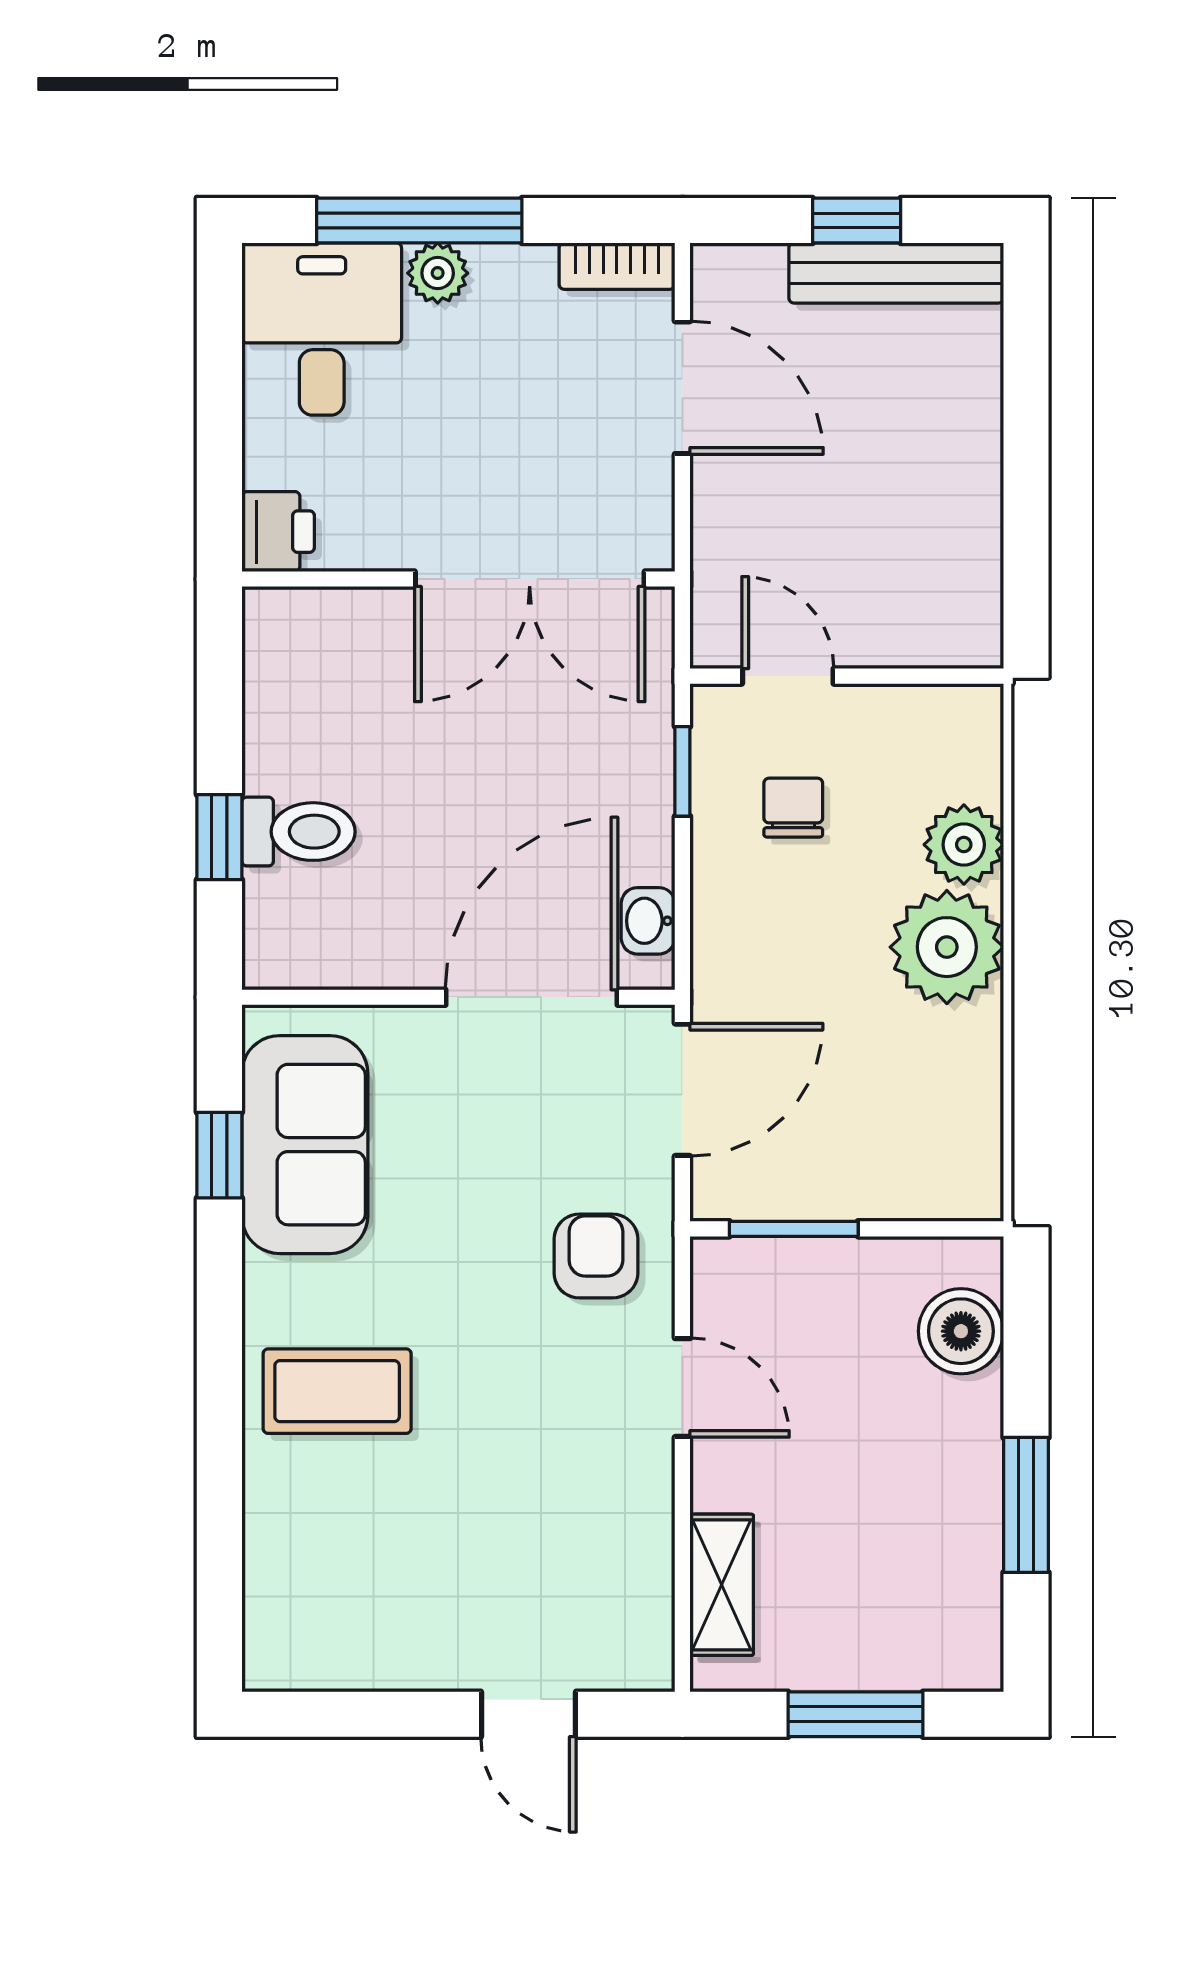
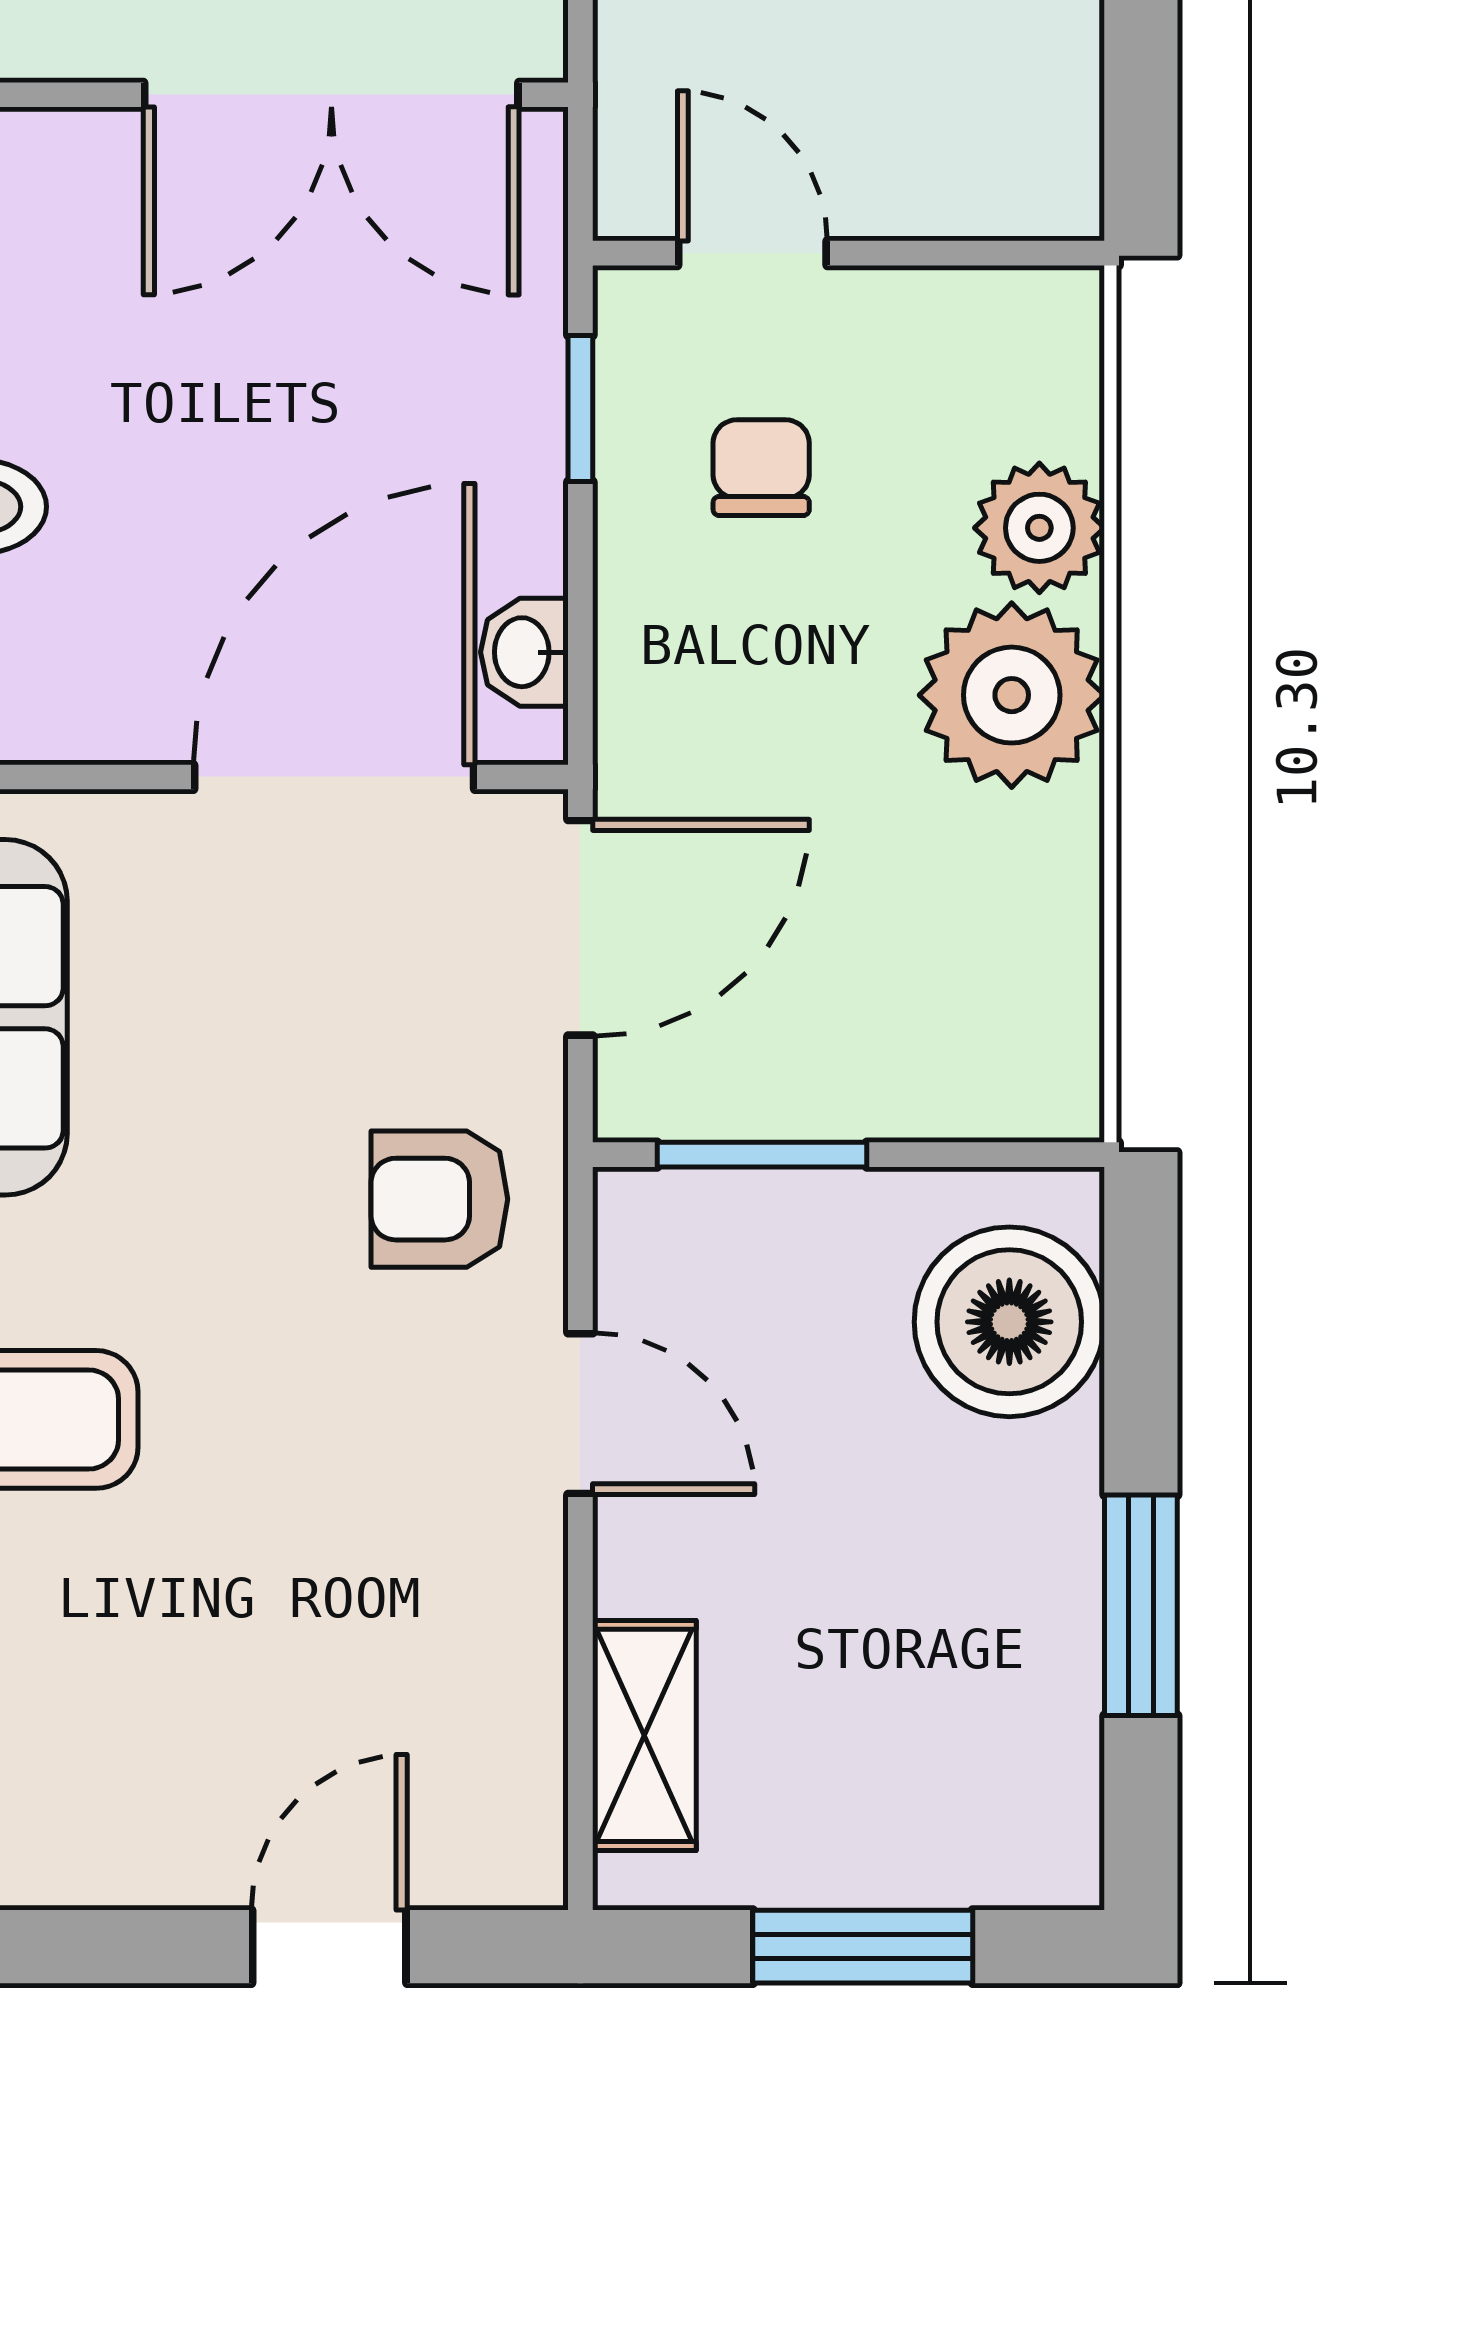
armchair: (596, 1256) -> (439, 1199), turned -90
boiler: (961, 1331) -> (1009, 1322), width x1.37, depth x1.37
door: (528, 1714) -> (329, 1947), swing flipped

